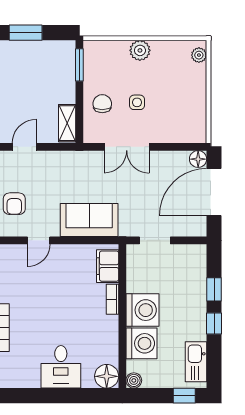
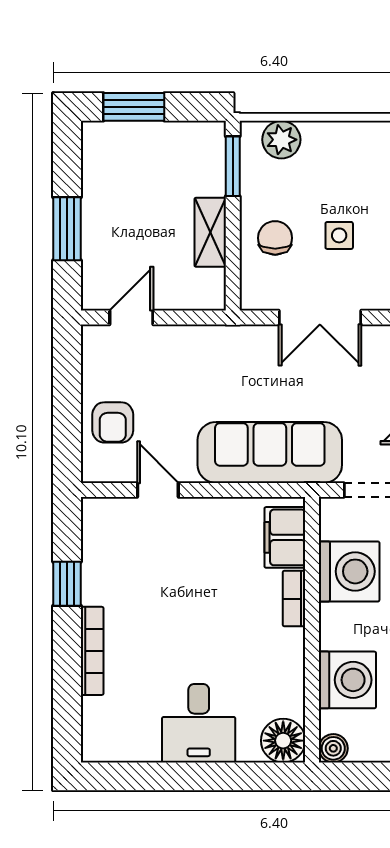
plant: (140, 50) -> (281, 140), moved
shelving: (67, 123) -> (210, 232), moved
sofa: (89, 220) -> (270, 452), width x1.36
door: (39, 240) -> (158, 490), swing flipped
washing machine: (142, 310) -> (349, 571), moved

